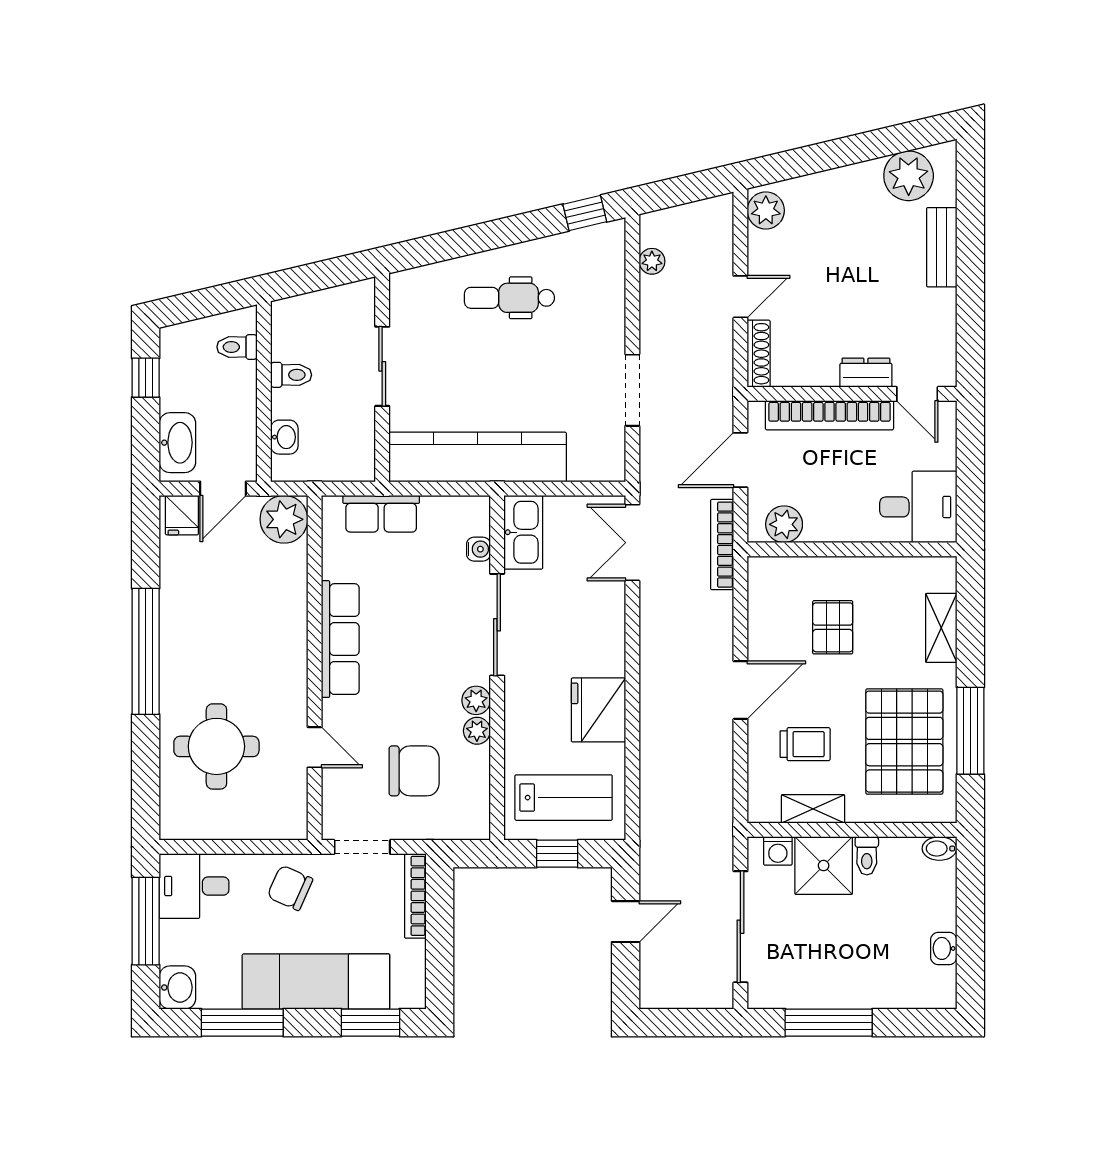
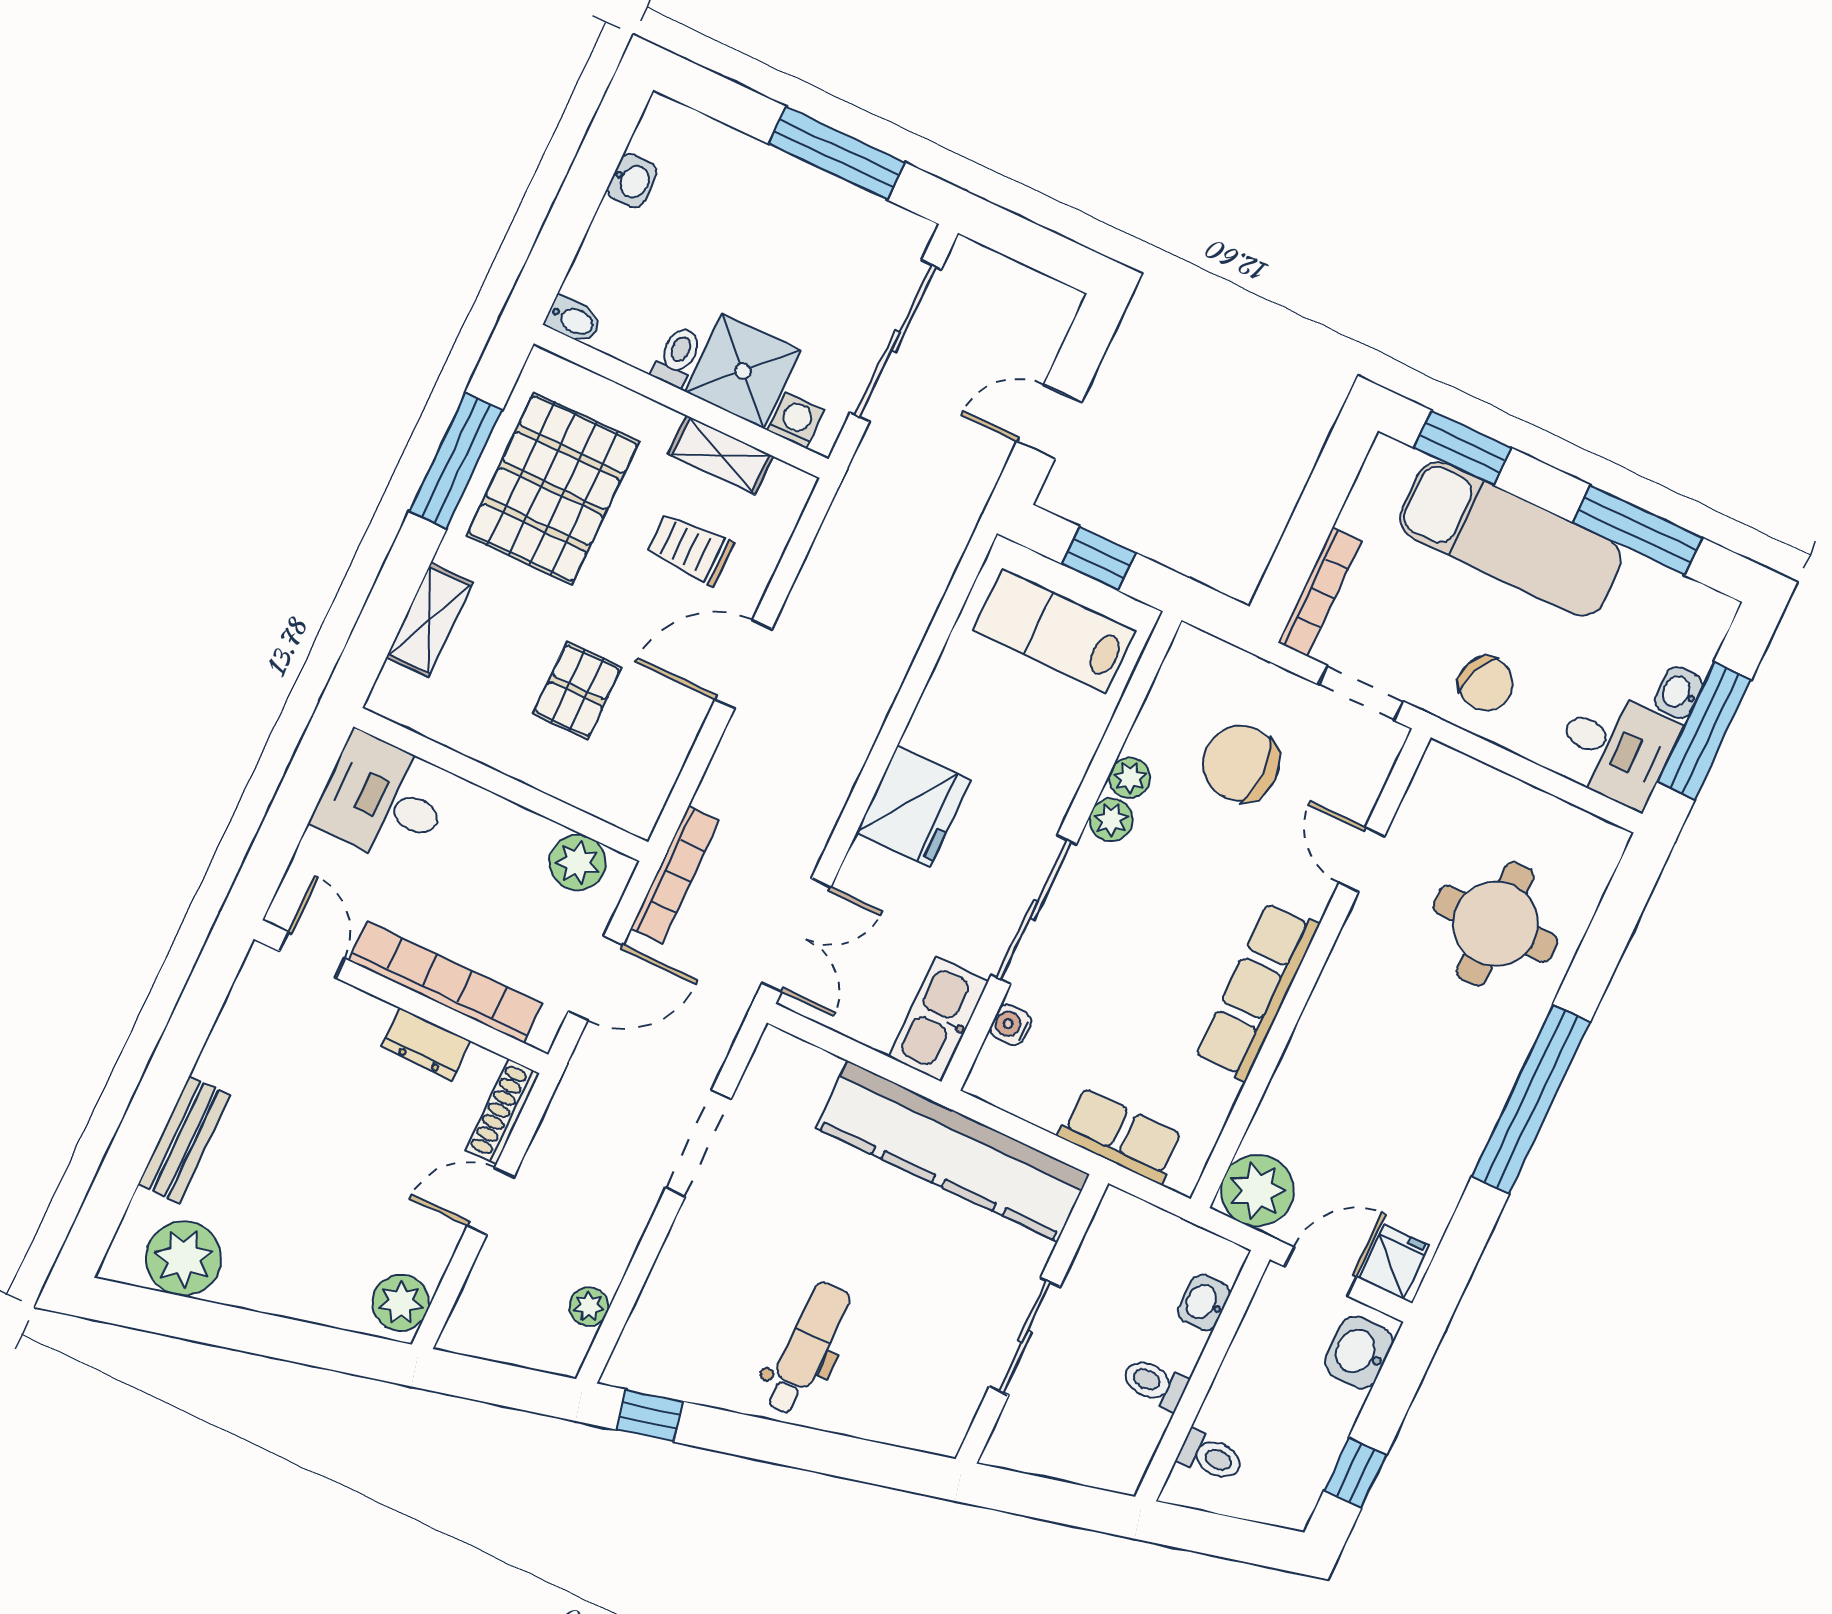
dental chair: (509, 298) -> (807, 1348), turned -90
dresser: (866, 373) -> (426, 1044), moved
washbasin: (177, 443) -> (1359, 1352), width x0.72
fridge: (598, 710) -> (913, 806), moved
washbasin: (177, 987) -> (1679, 693), moved, width x0.72, depth x0.69

